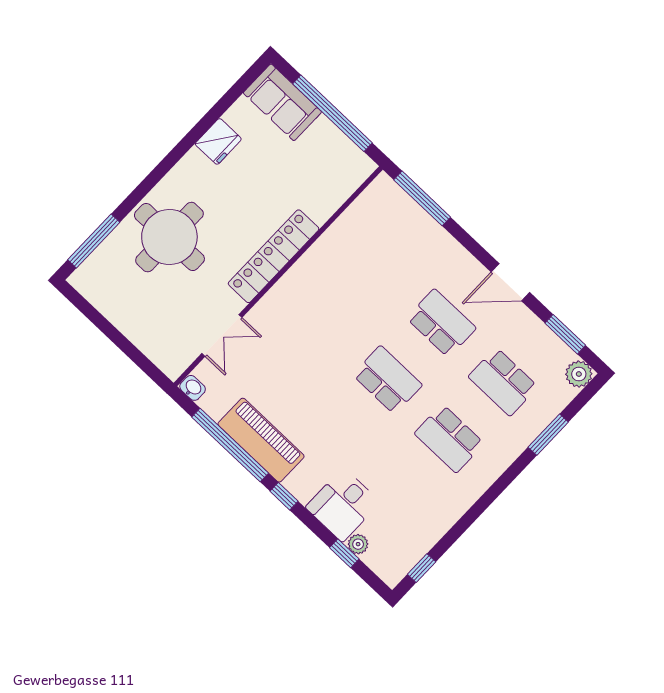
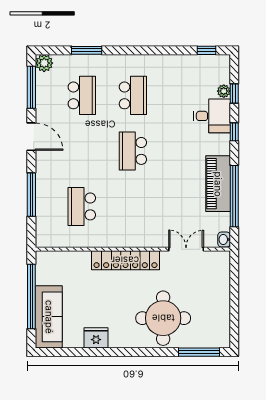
sofa: (282, 102) -> (49, 317), width x1.36
window: (422, 198) -> (31, 195), moved
school desk: (441, 323) -> (82, 206), moved
window: (565, 334) -> (31, 87), width x1.44
window: (284, 496) -> (234, 132), moved

